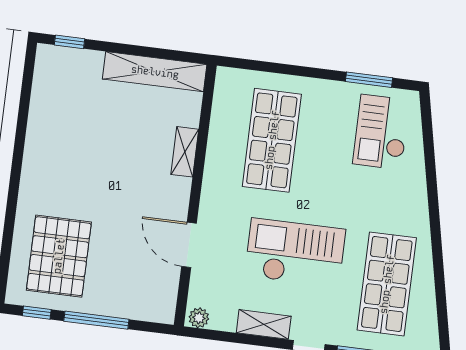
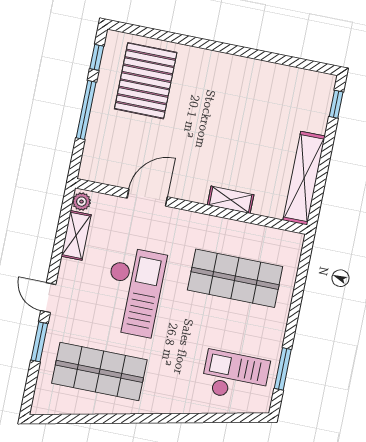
pallet: (59, 256) -> (146, 81), turned 90
shelving: (264, 324) -> (76, 235), moved

